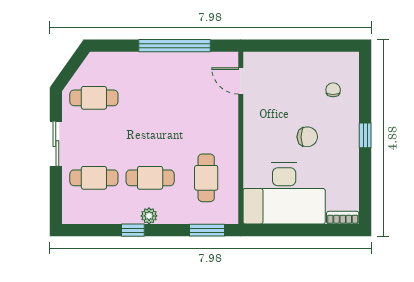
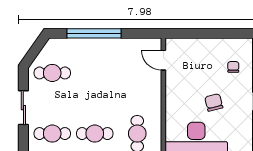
window: (174, 46) -> (94, 33), moved
chair: (307, 137) -> (214, 102), turned -104

